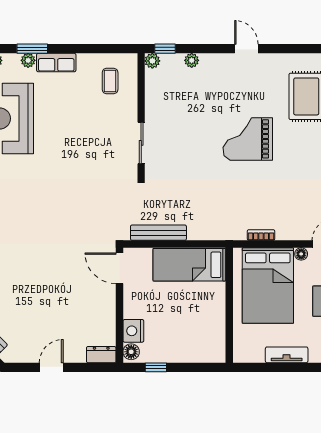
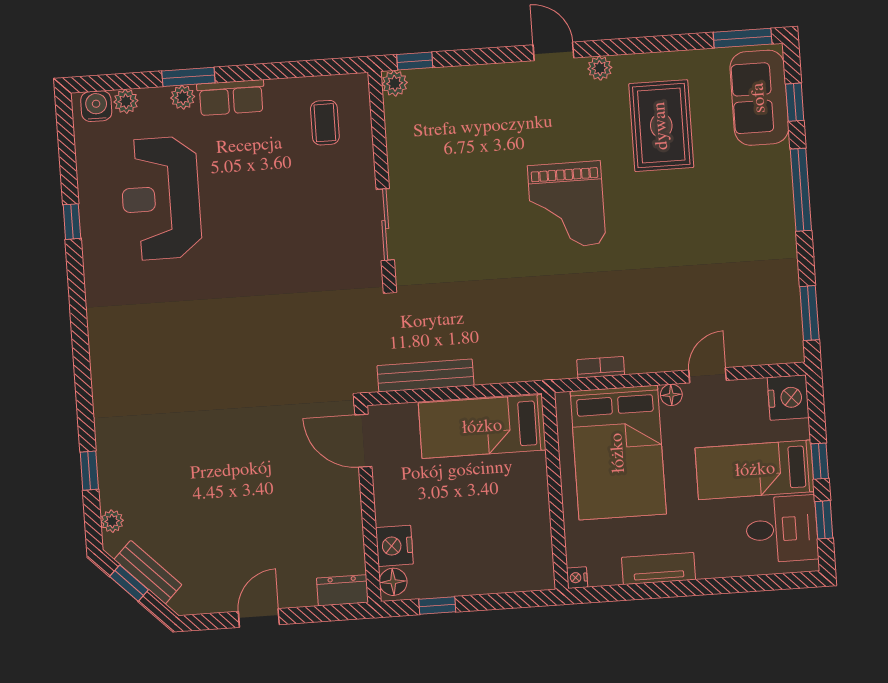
plant: (192, 60) -> (600, 68), moved
grand piano: (248, 139) -> (567, 205), turned -90
nightstand: (239, 357) -> (577, 578), added

